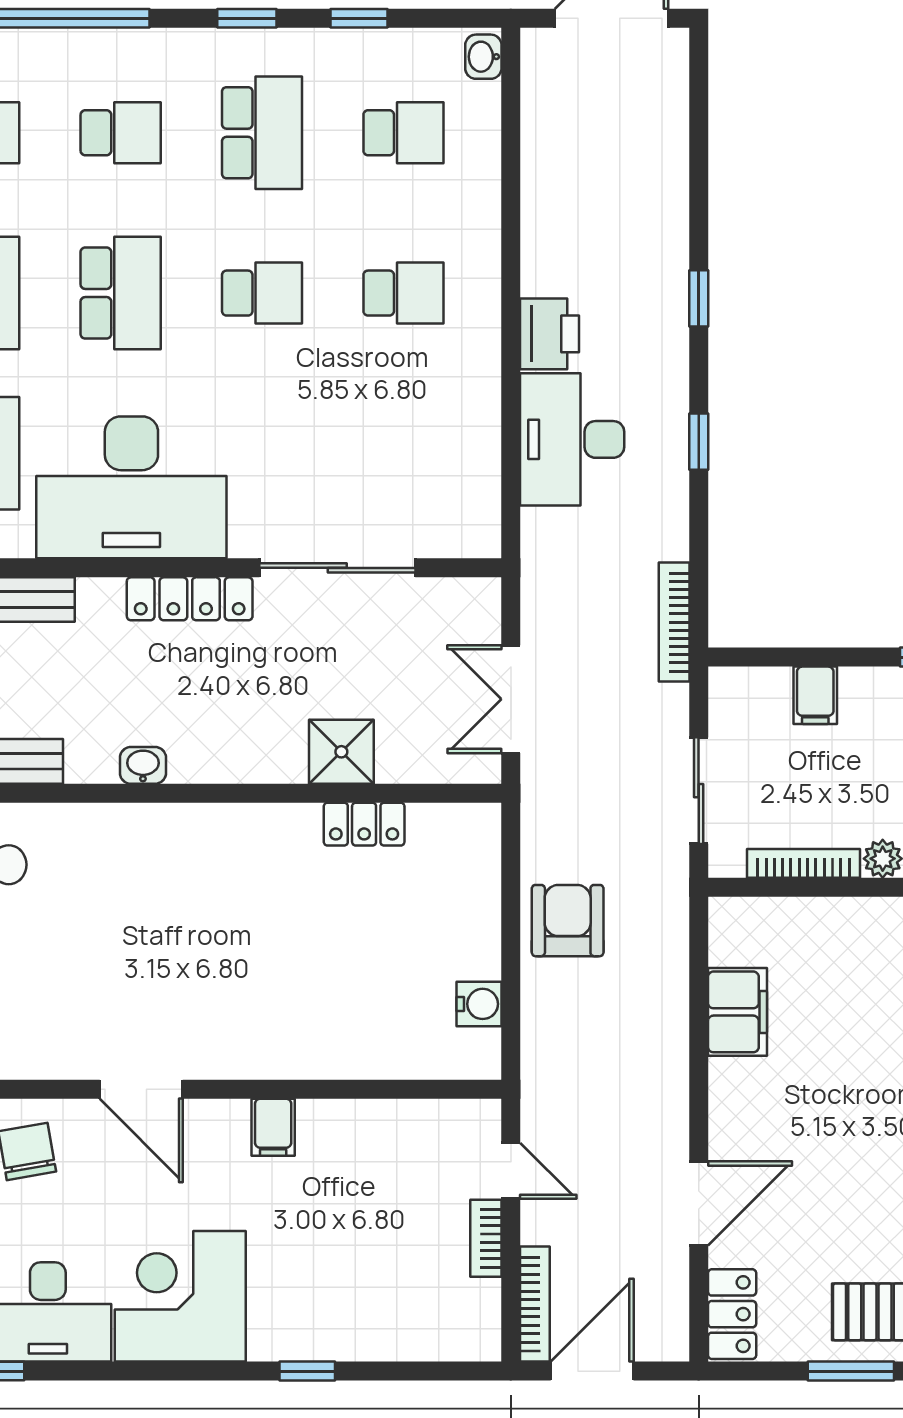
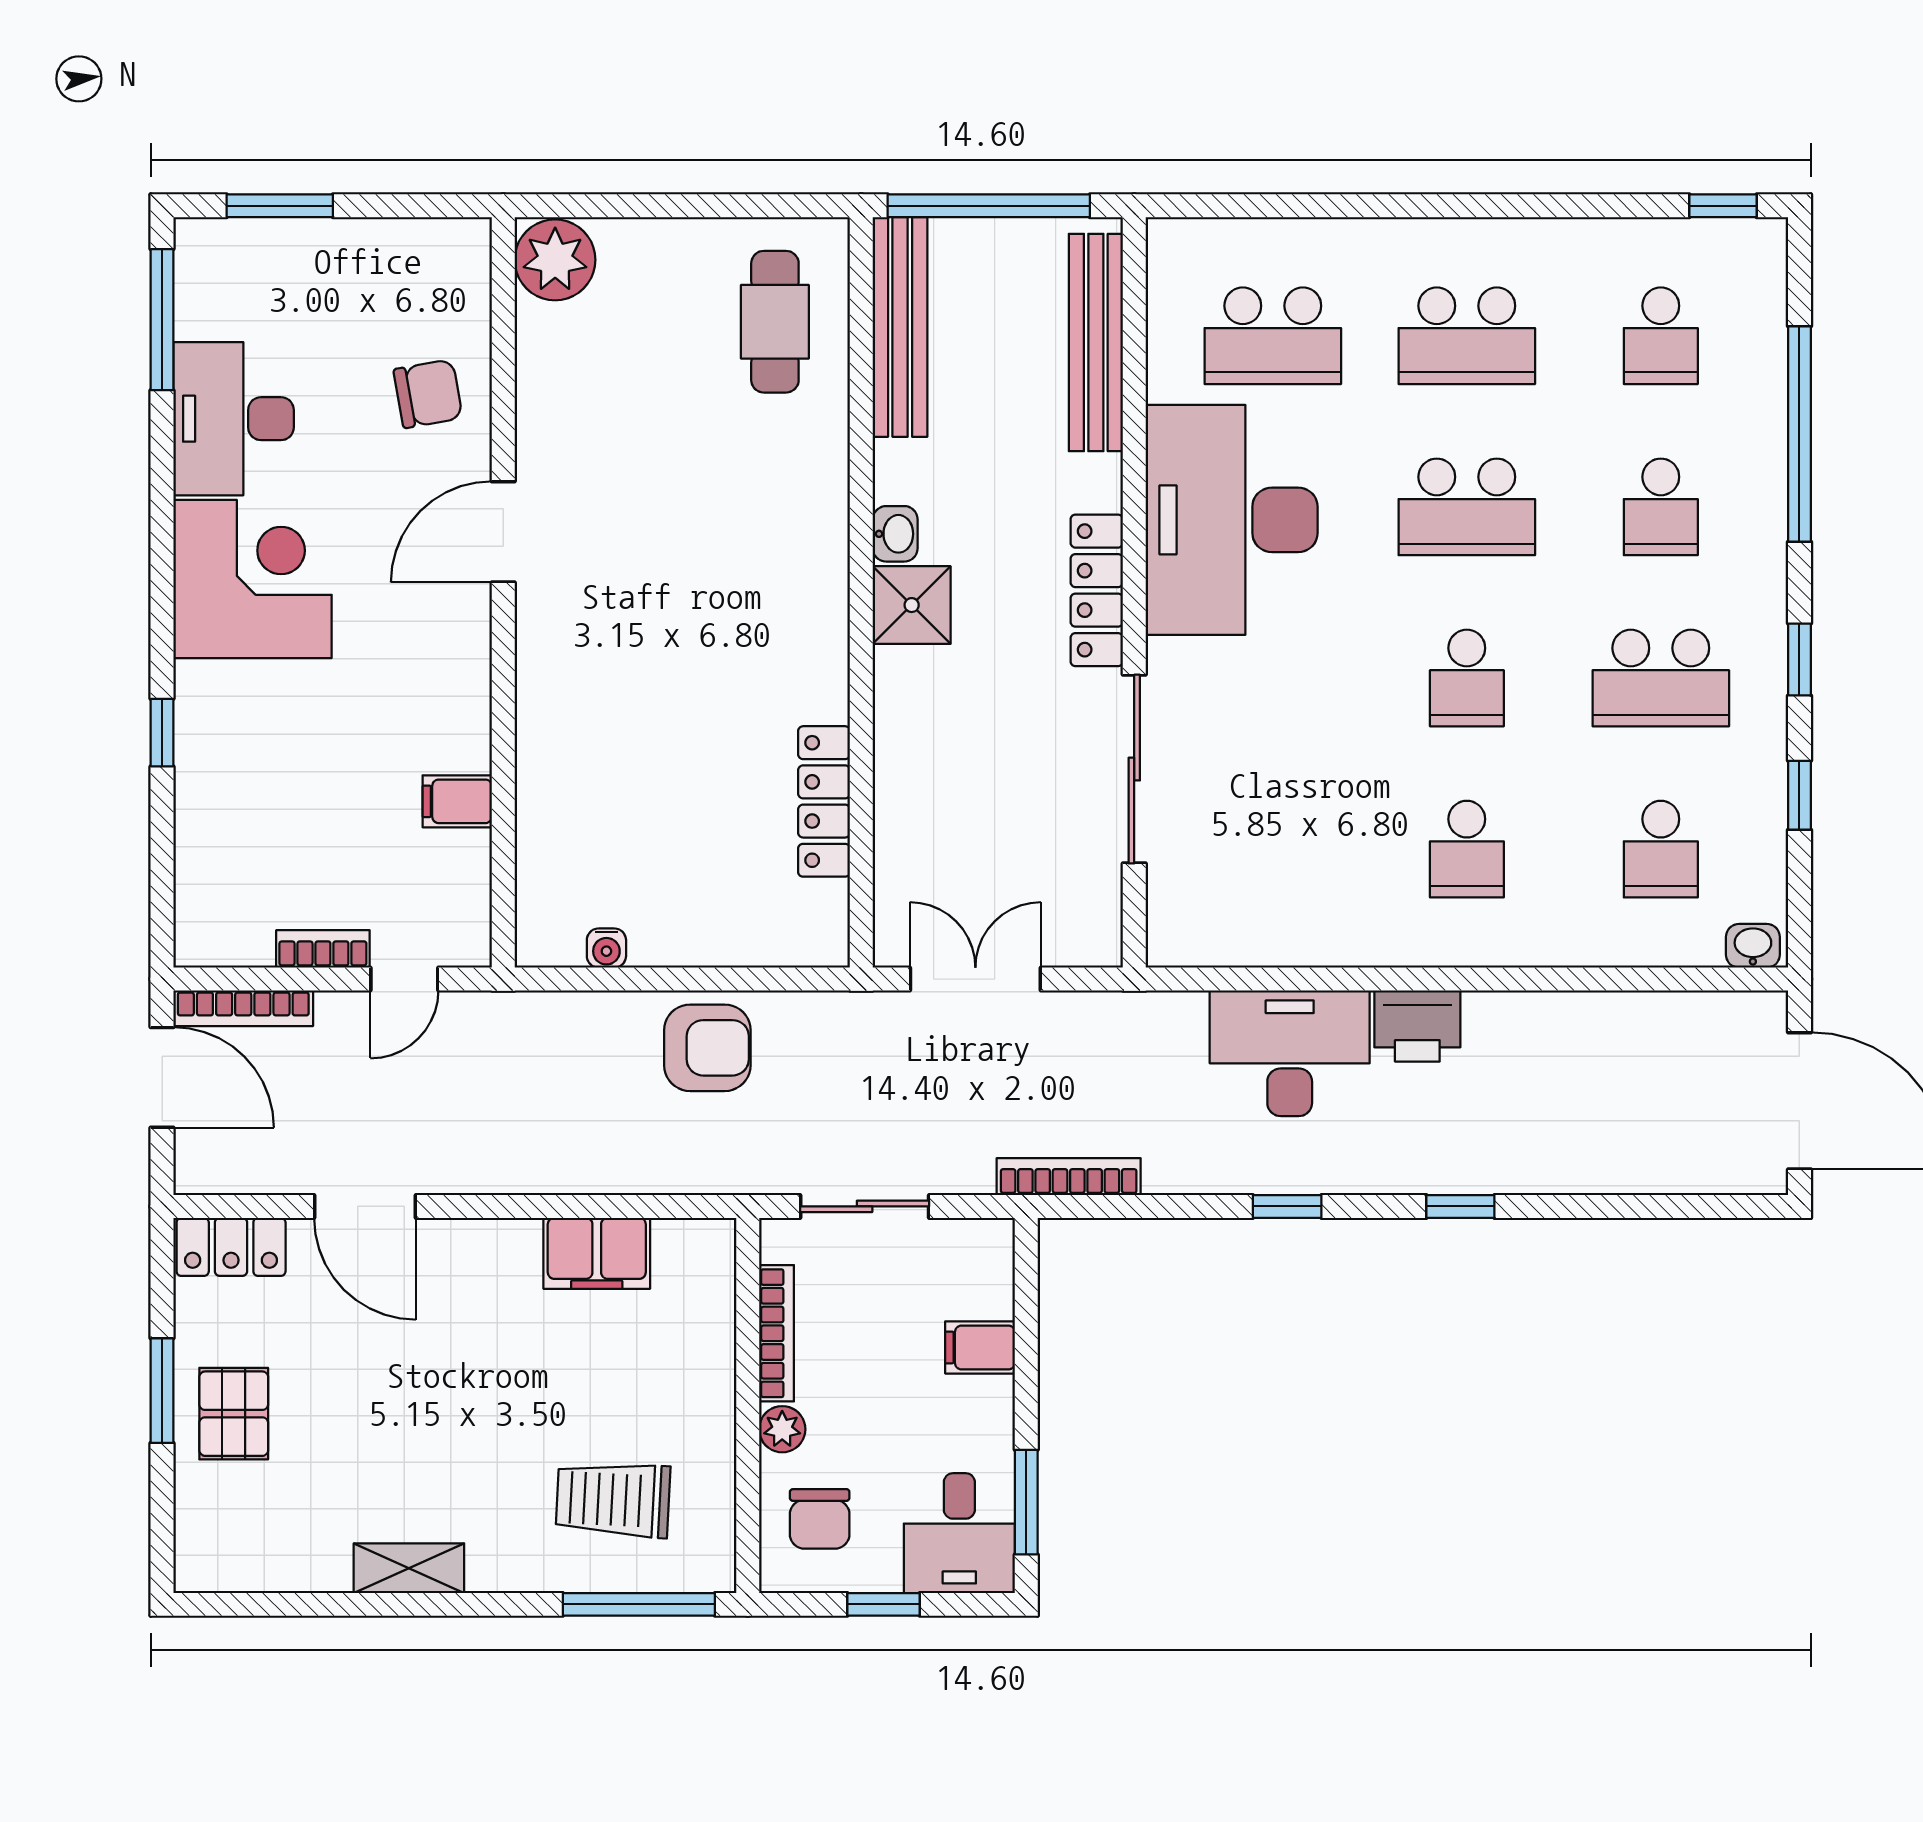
shower: (341, 752) -> (912, 605), moved
locker: (364, 824) -> (824, 801), width x1.53
water cooler: (479, 1004) -> (606, 948), width x0.72, depth x0.72
filing cabinet: (273, 1127) -> (457, 801), moved

